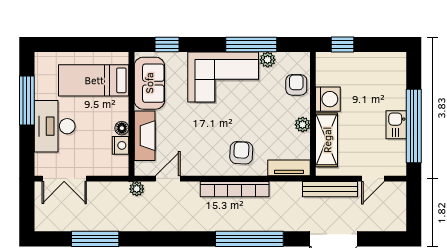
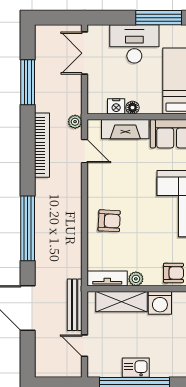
tv unit: (289, 168) -> (107, 278), moved, turned -90
bookcase: (235, 189) -> (42, 145), moved, turned 180

